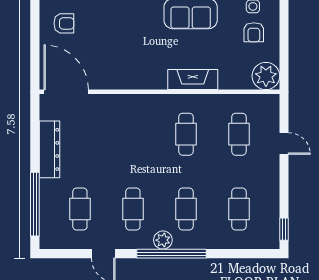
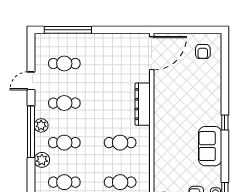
fireplace: (193, 80) -> (161, 148), removed
dresser: (49, 149) -> (143, 104), moved, turned 90
plant: (209, 239) -> (42, 160), added

